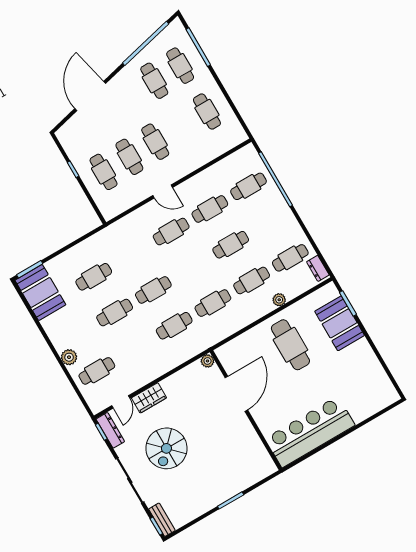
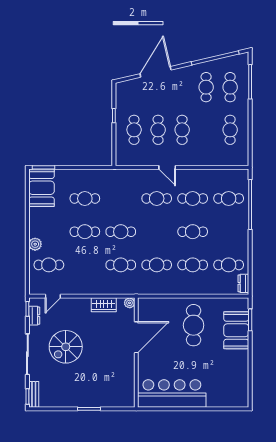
plant: (279, 300) -> (204, 289), removed
wardrobe: (149, 398) -> (104, 305), moved
dresser: (110, 430) -> (34, 316), width x0.70

